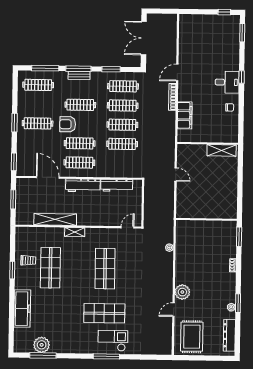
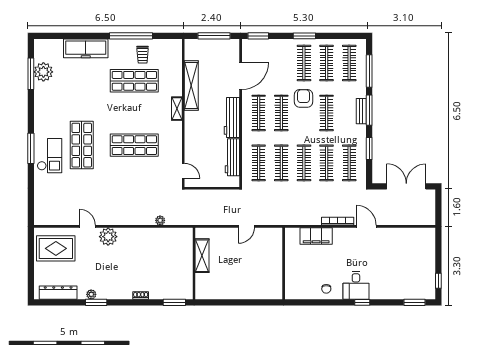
clothes rail: (38, 104) -> (327, 63), added
shelving: (222, 150) -> (202, 256), moved
clothes rail: (122, 163) -> (259, 163), added
window: (13, 199) -> (214, 36), width x1.44
window: (12, 270) -> (131, 36), width x2.11

